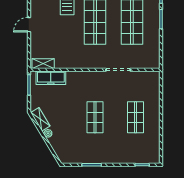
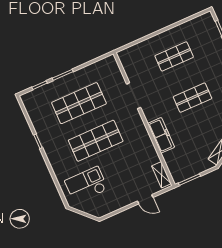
door: (29, 25) -> (145, 199), moved
freezer: (51, 78) -> (161, 135), moved

